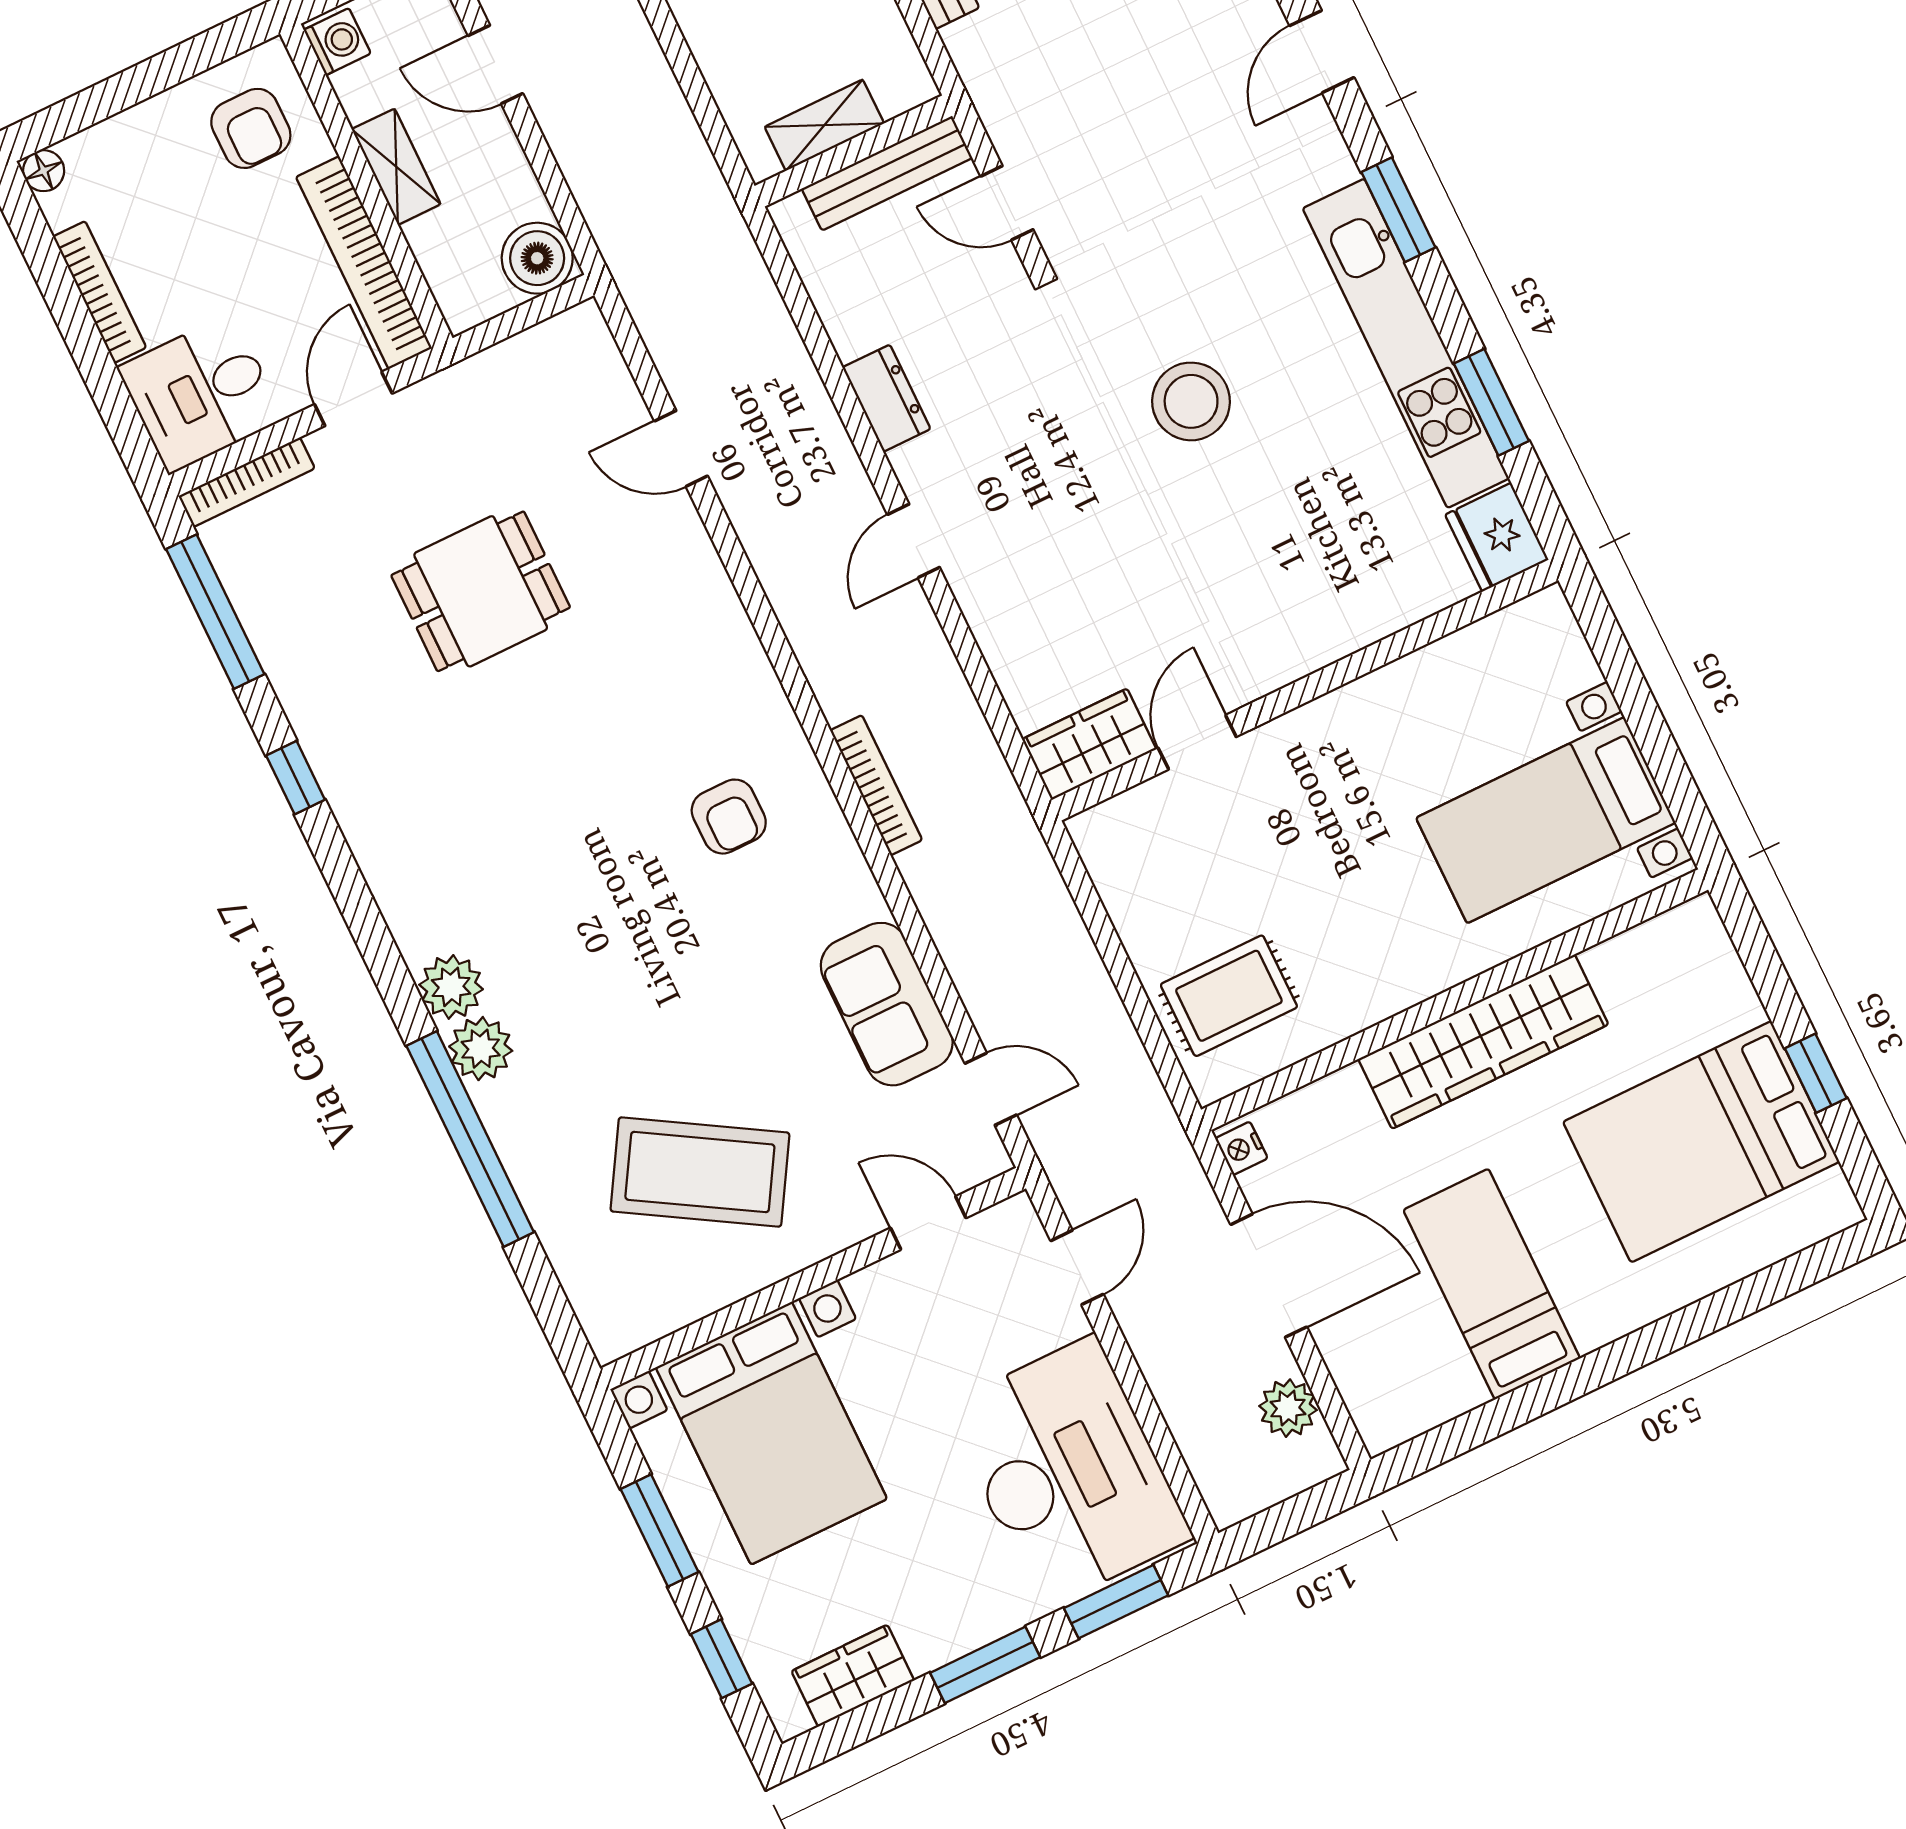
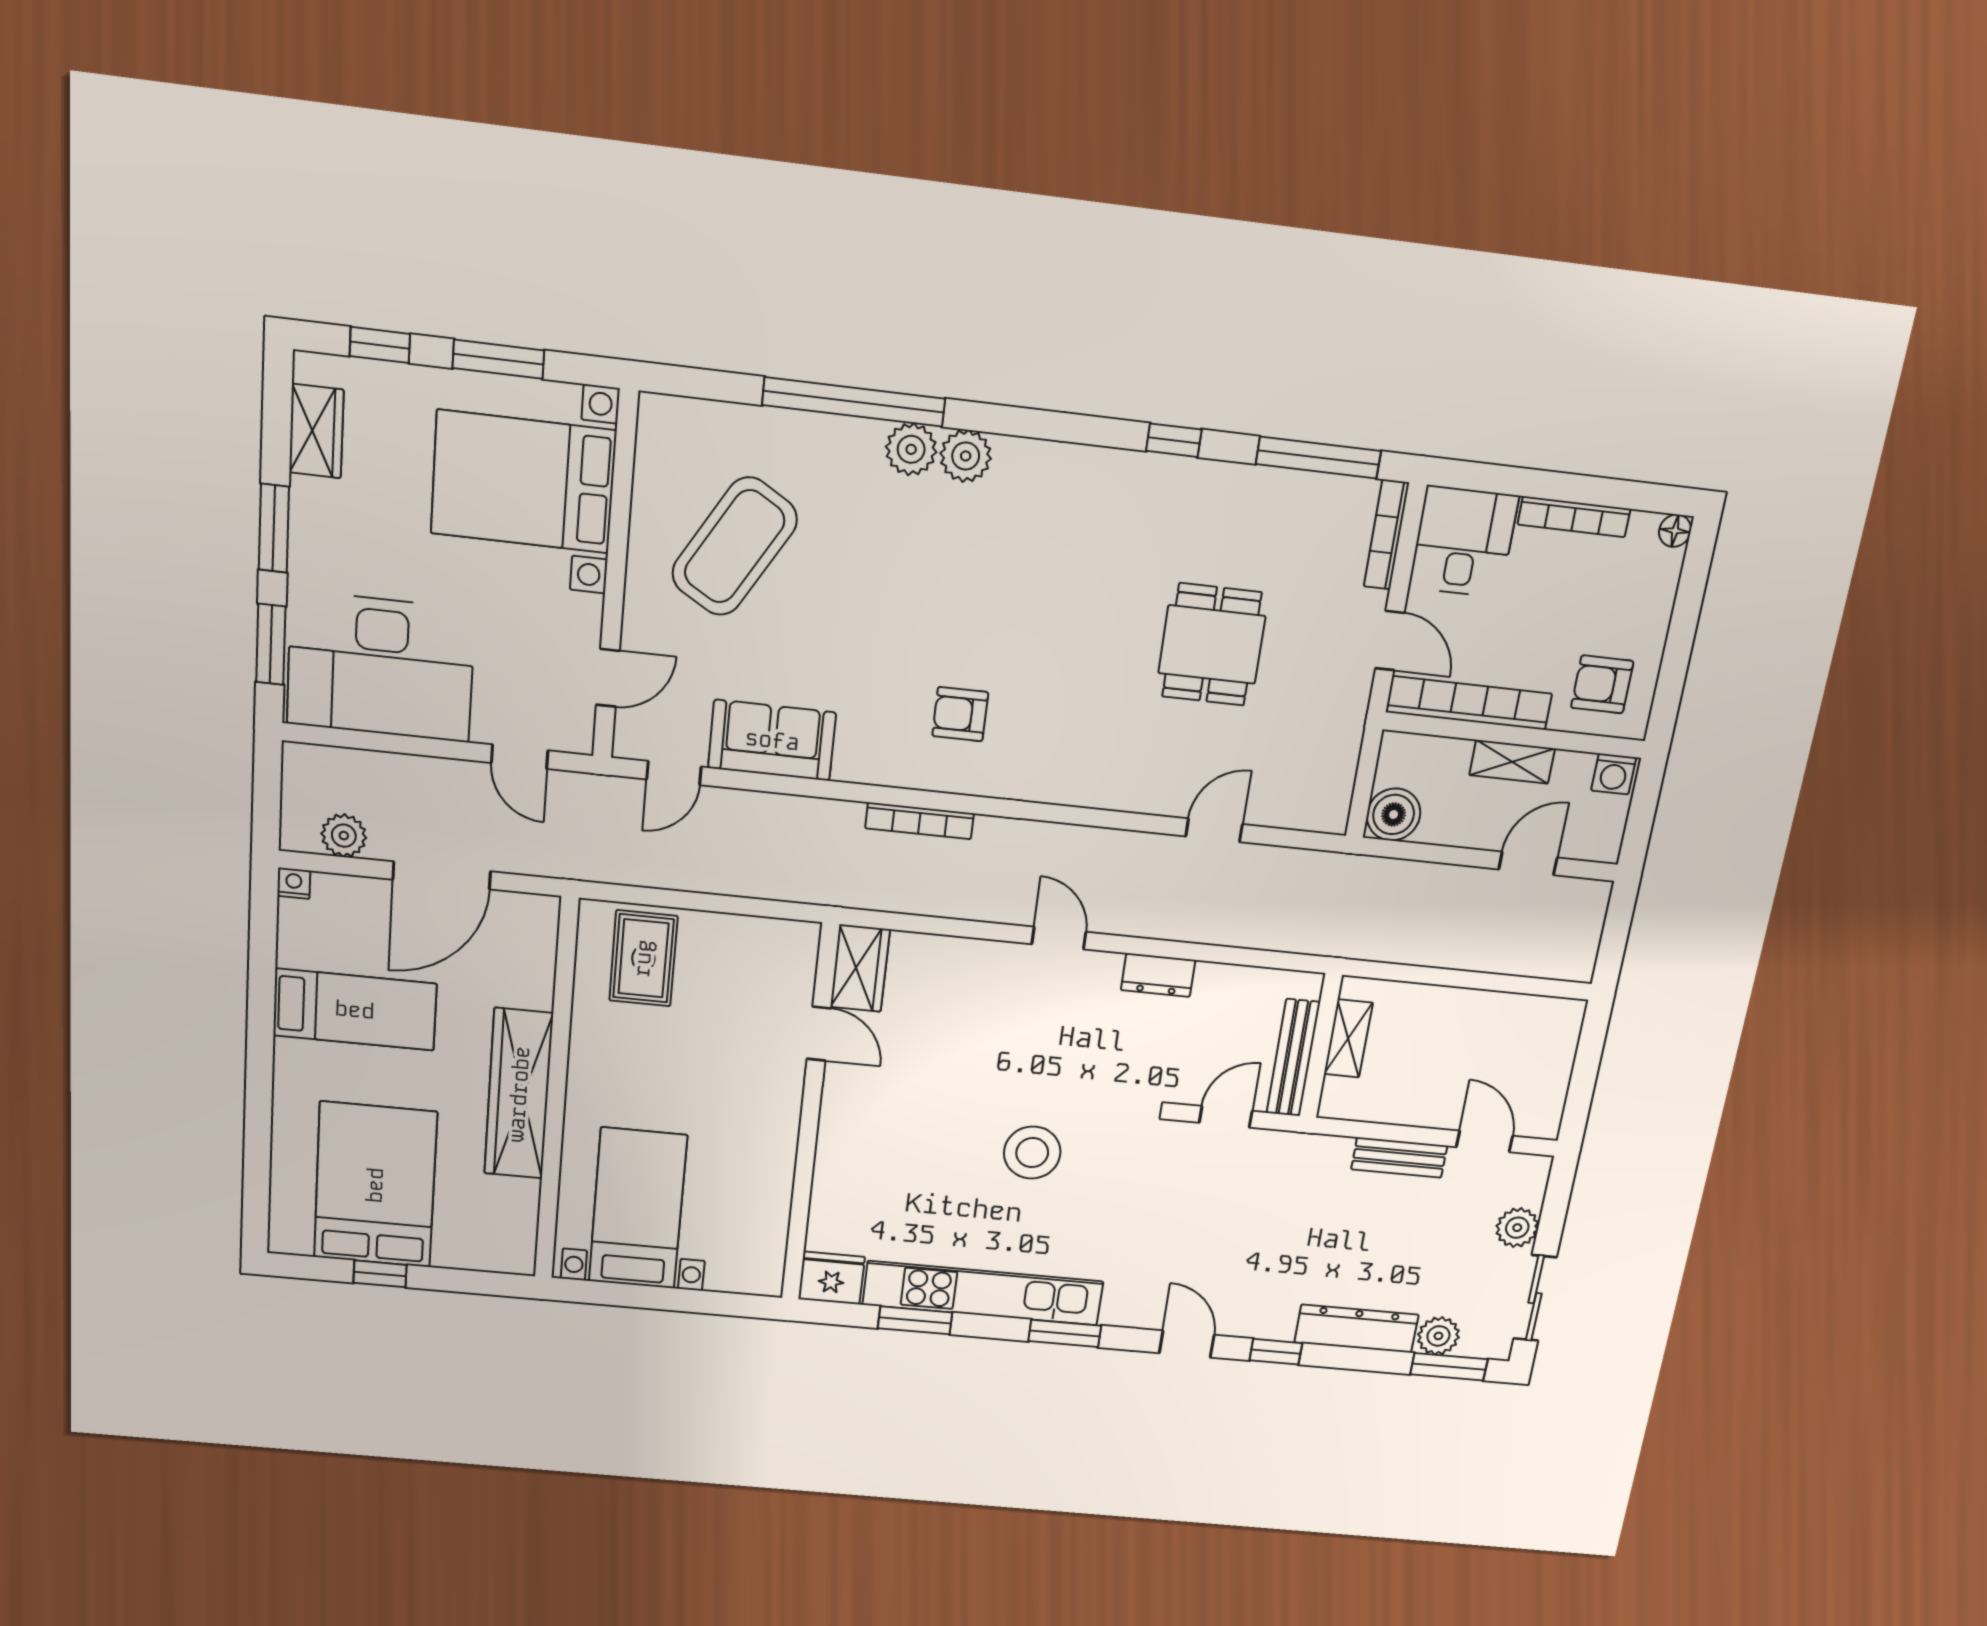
nightstand: (1241, 1148) -> (294, 883), moved

